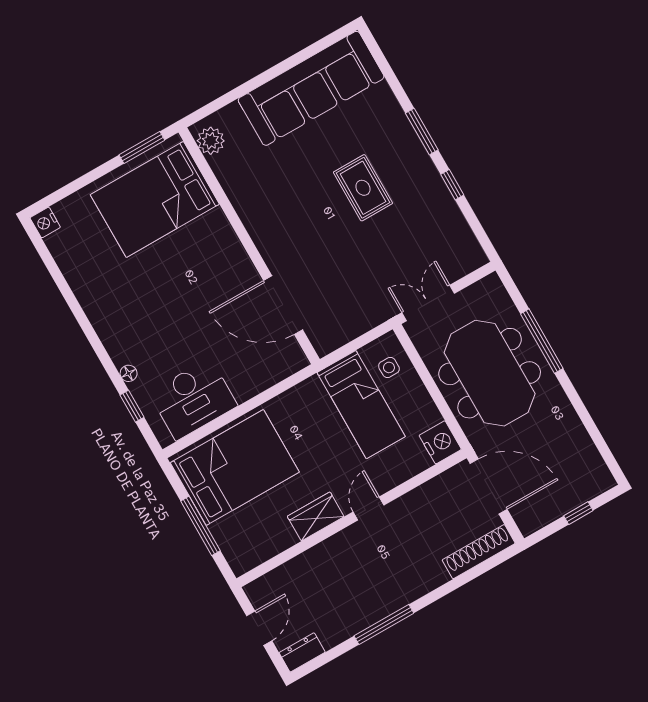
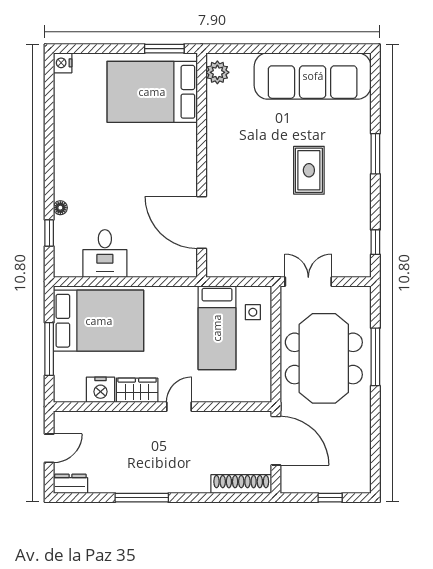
window: (452, 185) -> (375, 242), moved
desk: (193, 399) -> (105, 254), width x0.73
nightstand: (440, 442) -> (100, 390), moved, turned 90

